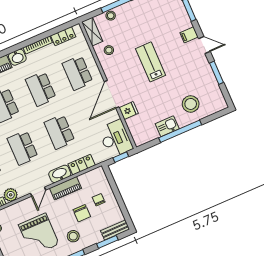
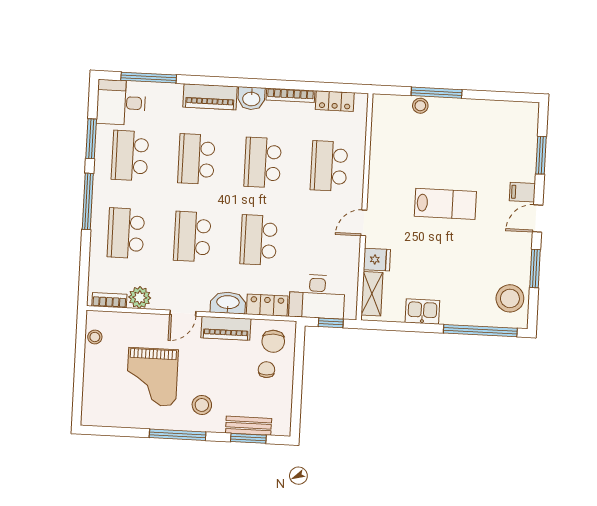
shelving: (92, 32) -> (372, 294), moved
door: (204, 45) -> (538, 219), swing flipped
stool: (109, 50) -> (392, 155), removed
lab bench: (151, 62) -> (445, 204), turned 90
door: (112, 94) -> (364, 223), width x0.53
stool: (191, 104) -> (510, 298), moved
window: (180, 131) -> (480, 331), moved
desk: (116, 139) -> (317, 297), moved, turned 90
chair: (82, 213) -> (273, 341), moved
bench: (115, 230) -> (249, 426), moved

